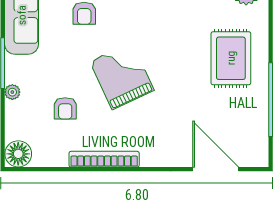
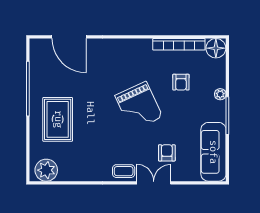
armchair: (65, 108) -> (181, 82), turned 180
bookcase: (104, 159) -> (179, 44), moved

